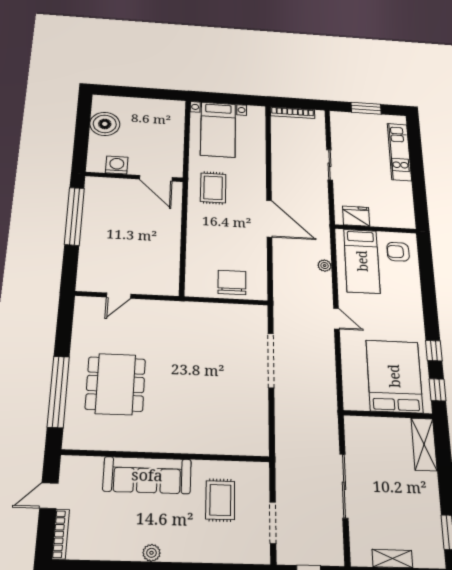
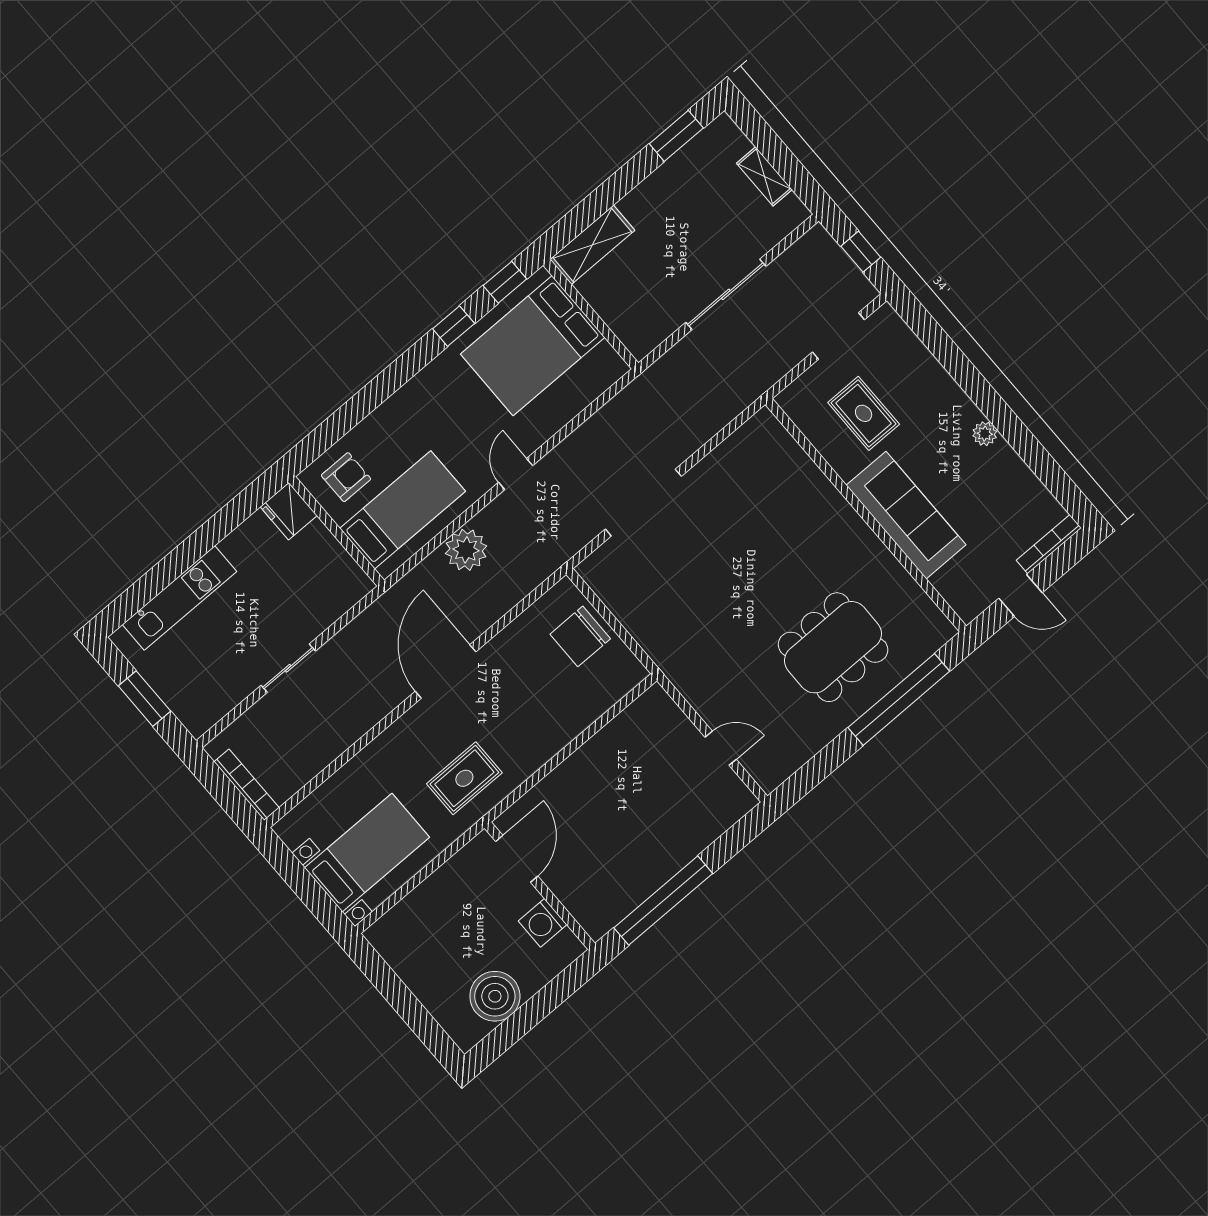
fridge: (356, 216) -> (289, 511), moved
armchair: (398, 252) -> (346, 477), turned -90
plant: (325, 266) -> (466, 550), width x1.88, depth x1.88
rug: (220, 500) -> (864, 413), turned 90

